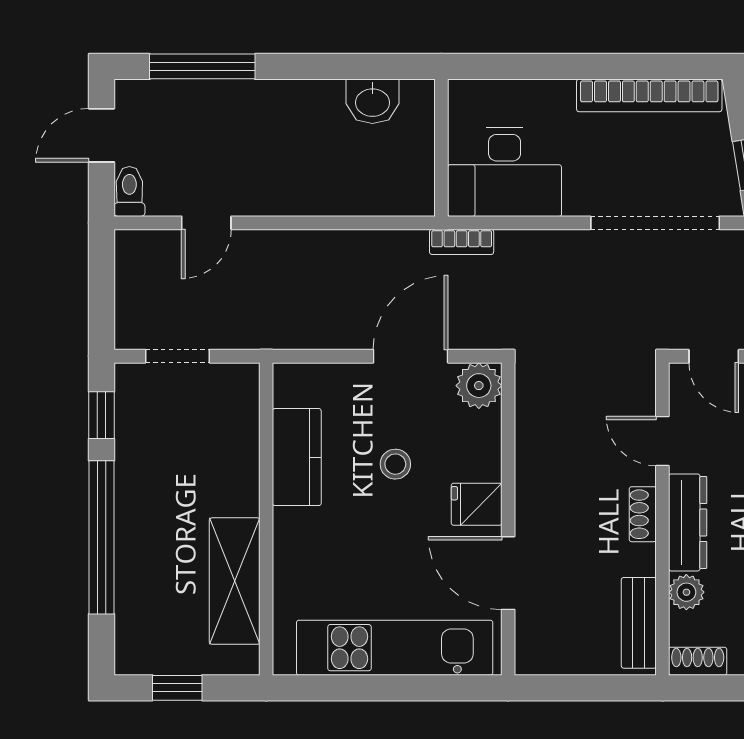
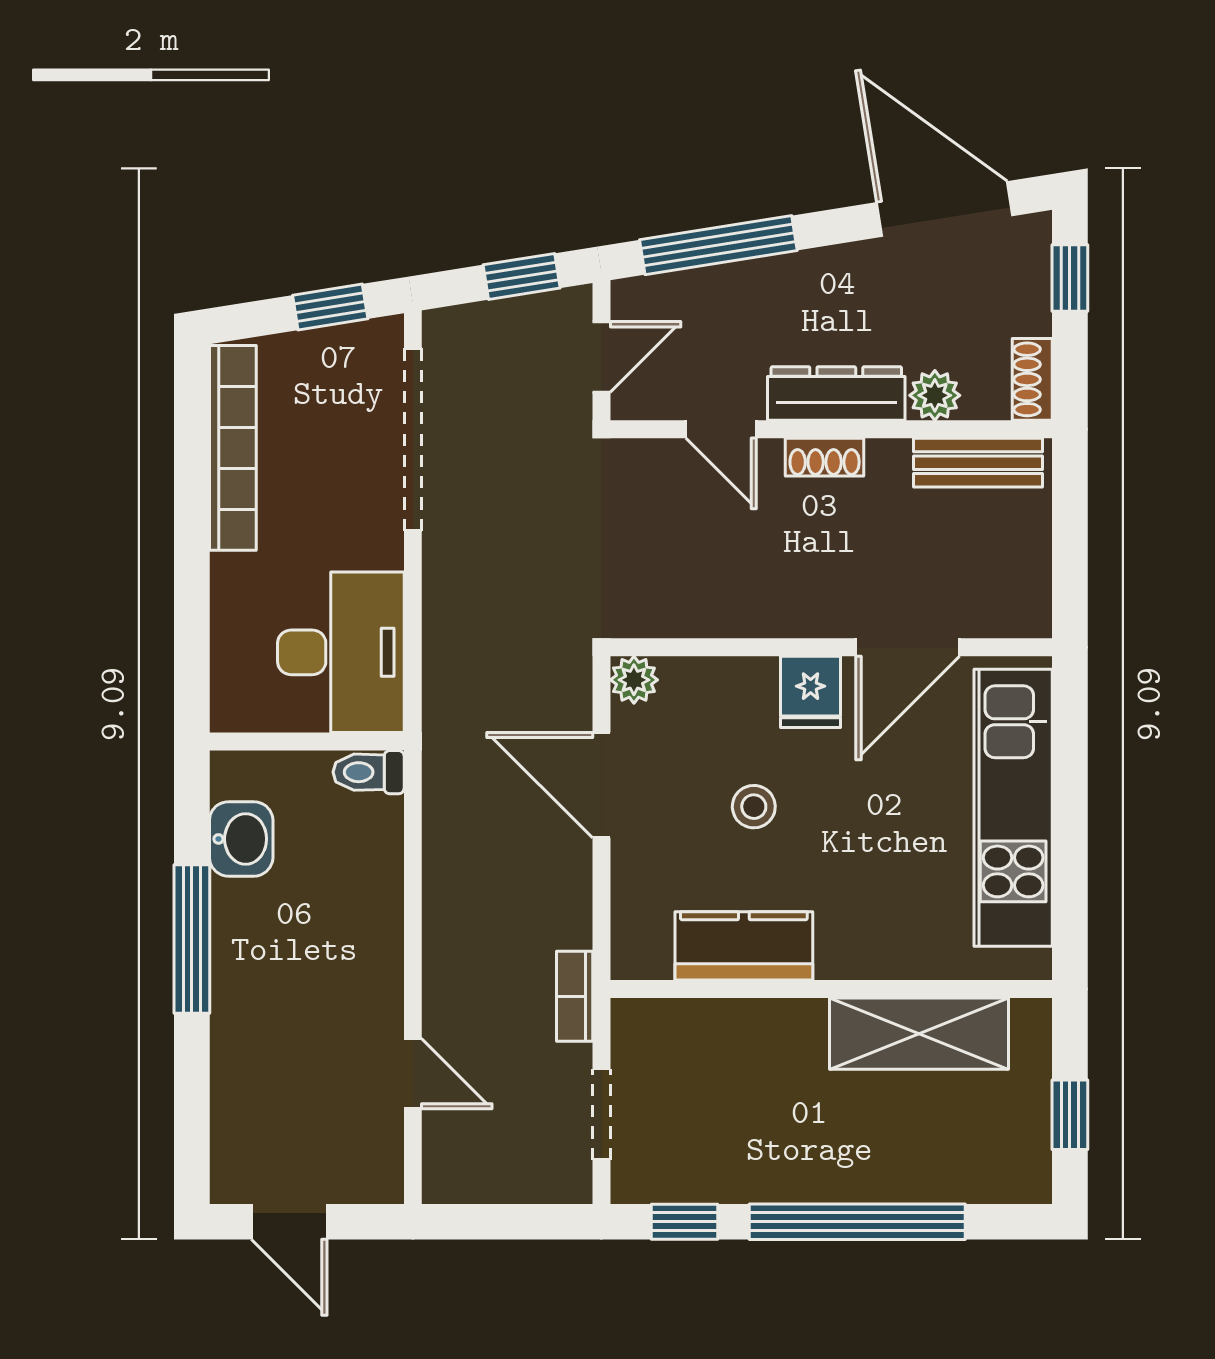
window: (202, 66) -> (192, 939), moved
toilet: (129, 191) -> (369, 772), moved
bookcase: (462, 242) -> (575, 996), moved, turned 180
plant: (479, 386) -> (634, 680), width x0.73, depth x0.73
door: (662, 441) -> (721, 429), hinge flipped

